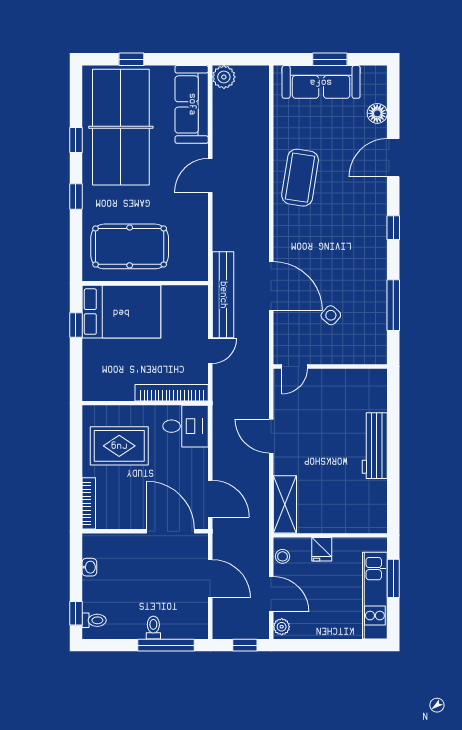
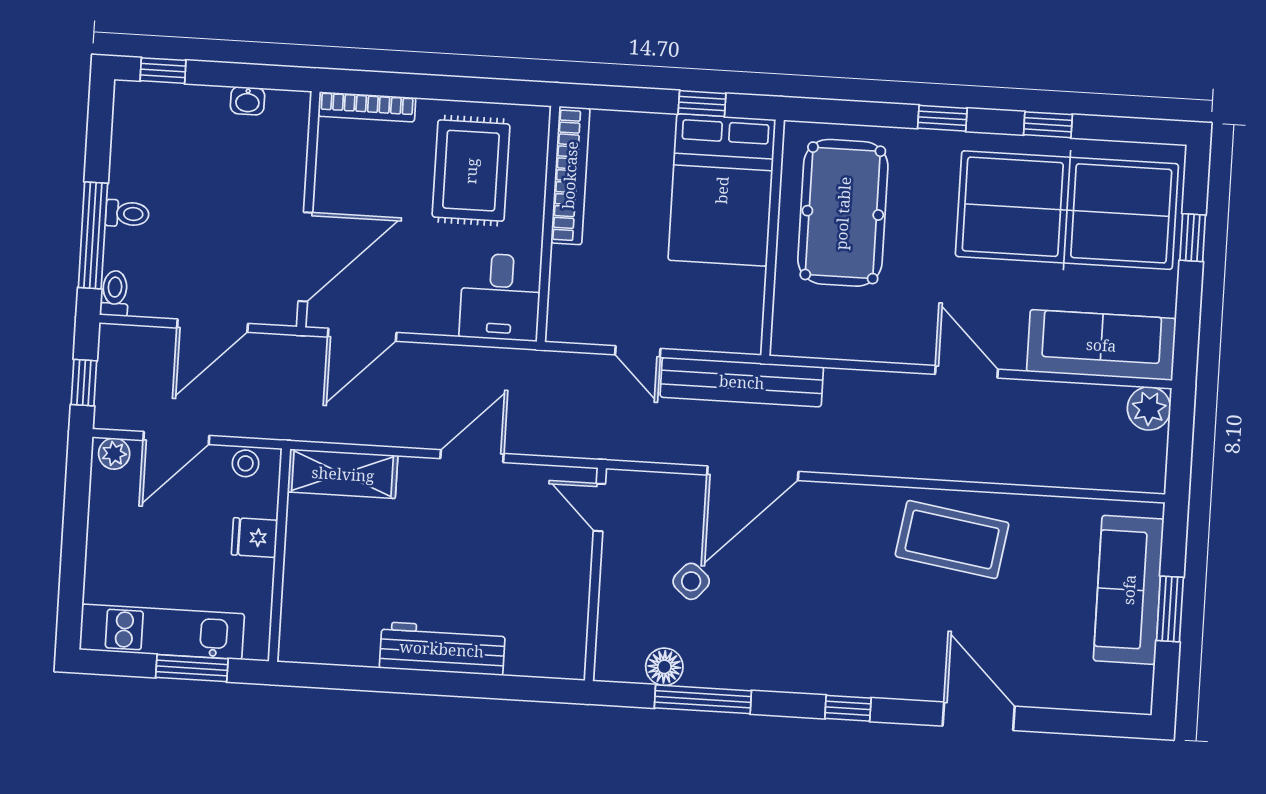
floor lamp: (377, 113) -> (664, 667), moved
bookcase: (172, 393) -> (570, 175), moved
toilet: (94, 620) -> (115, 293), moved, turned 180

